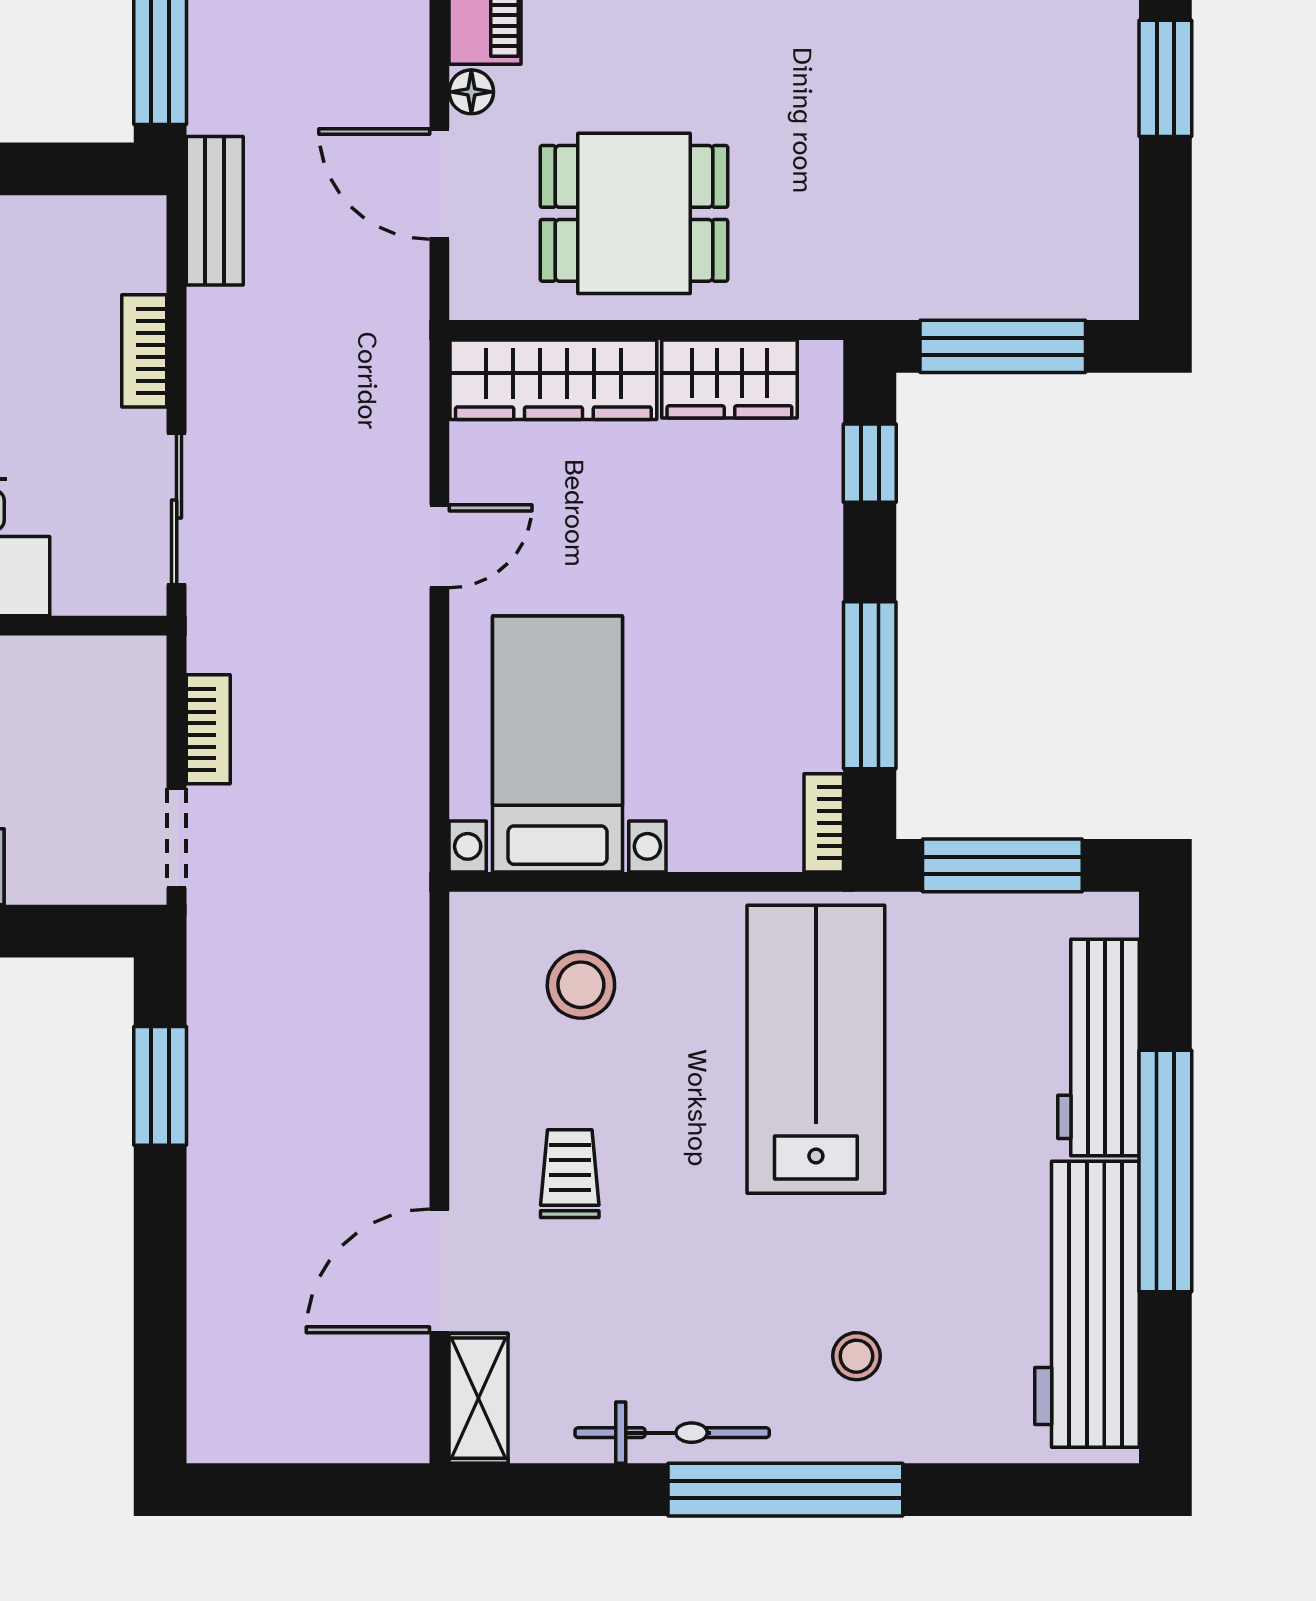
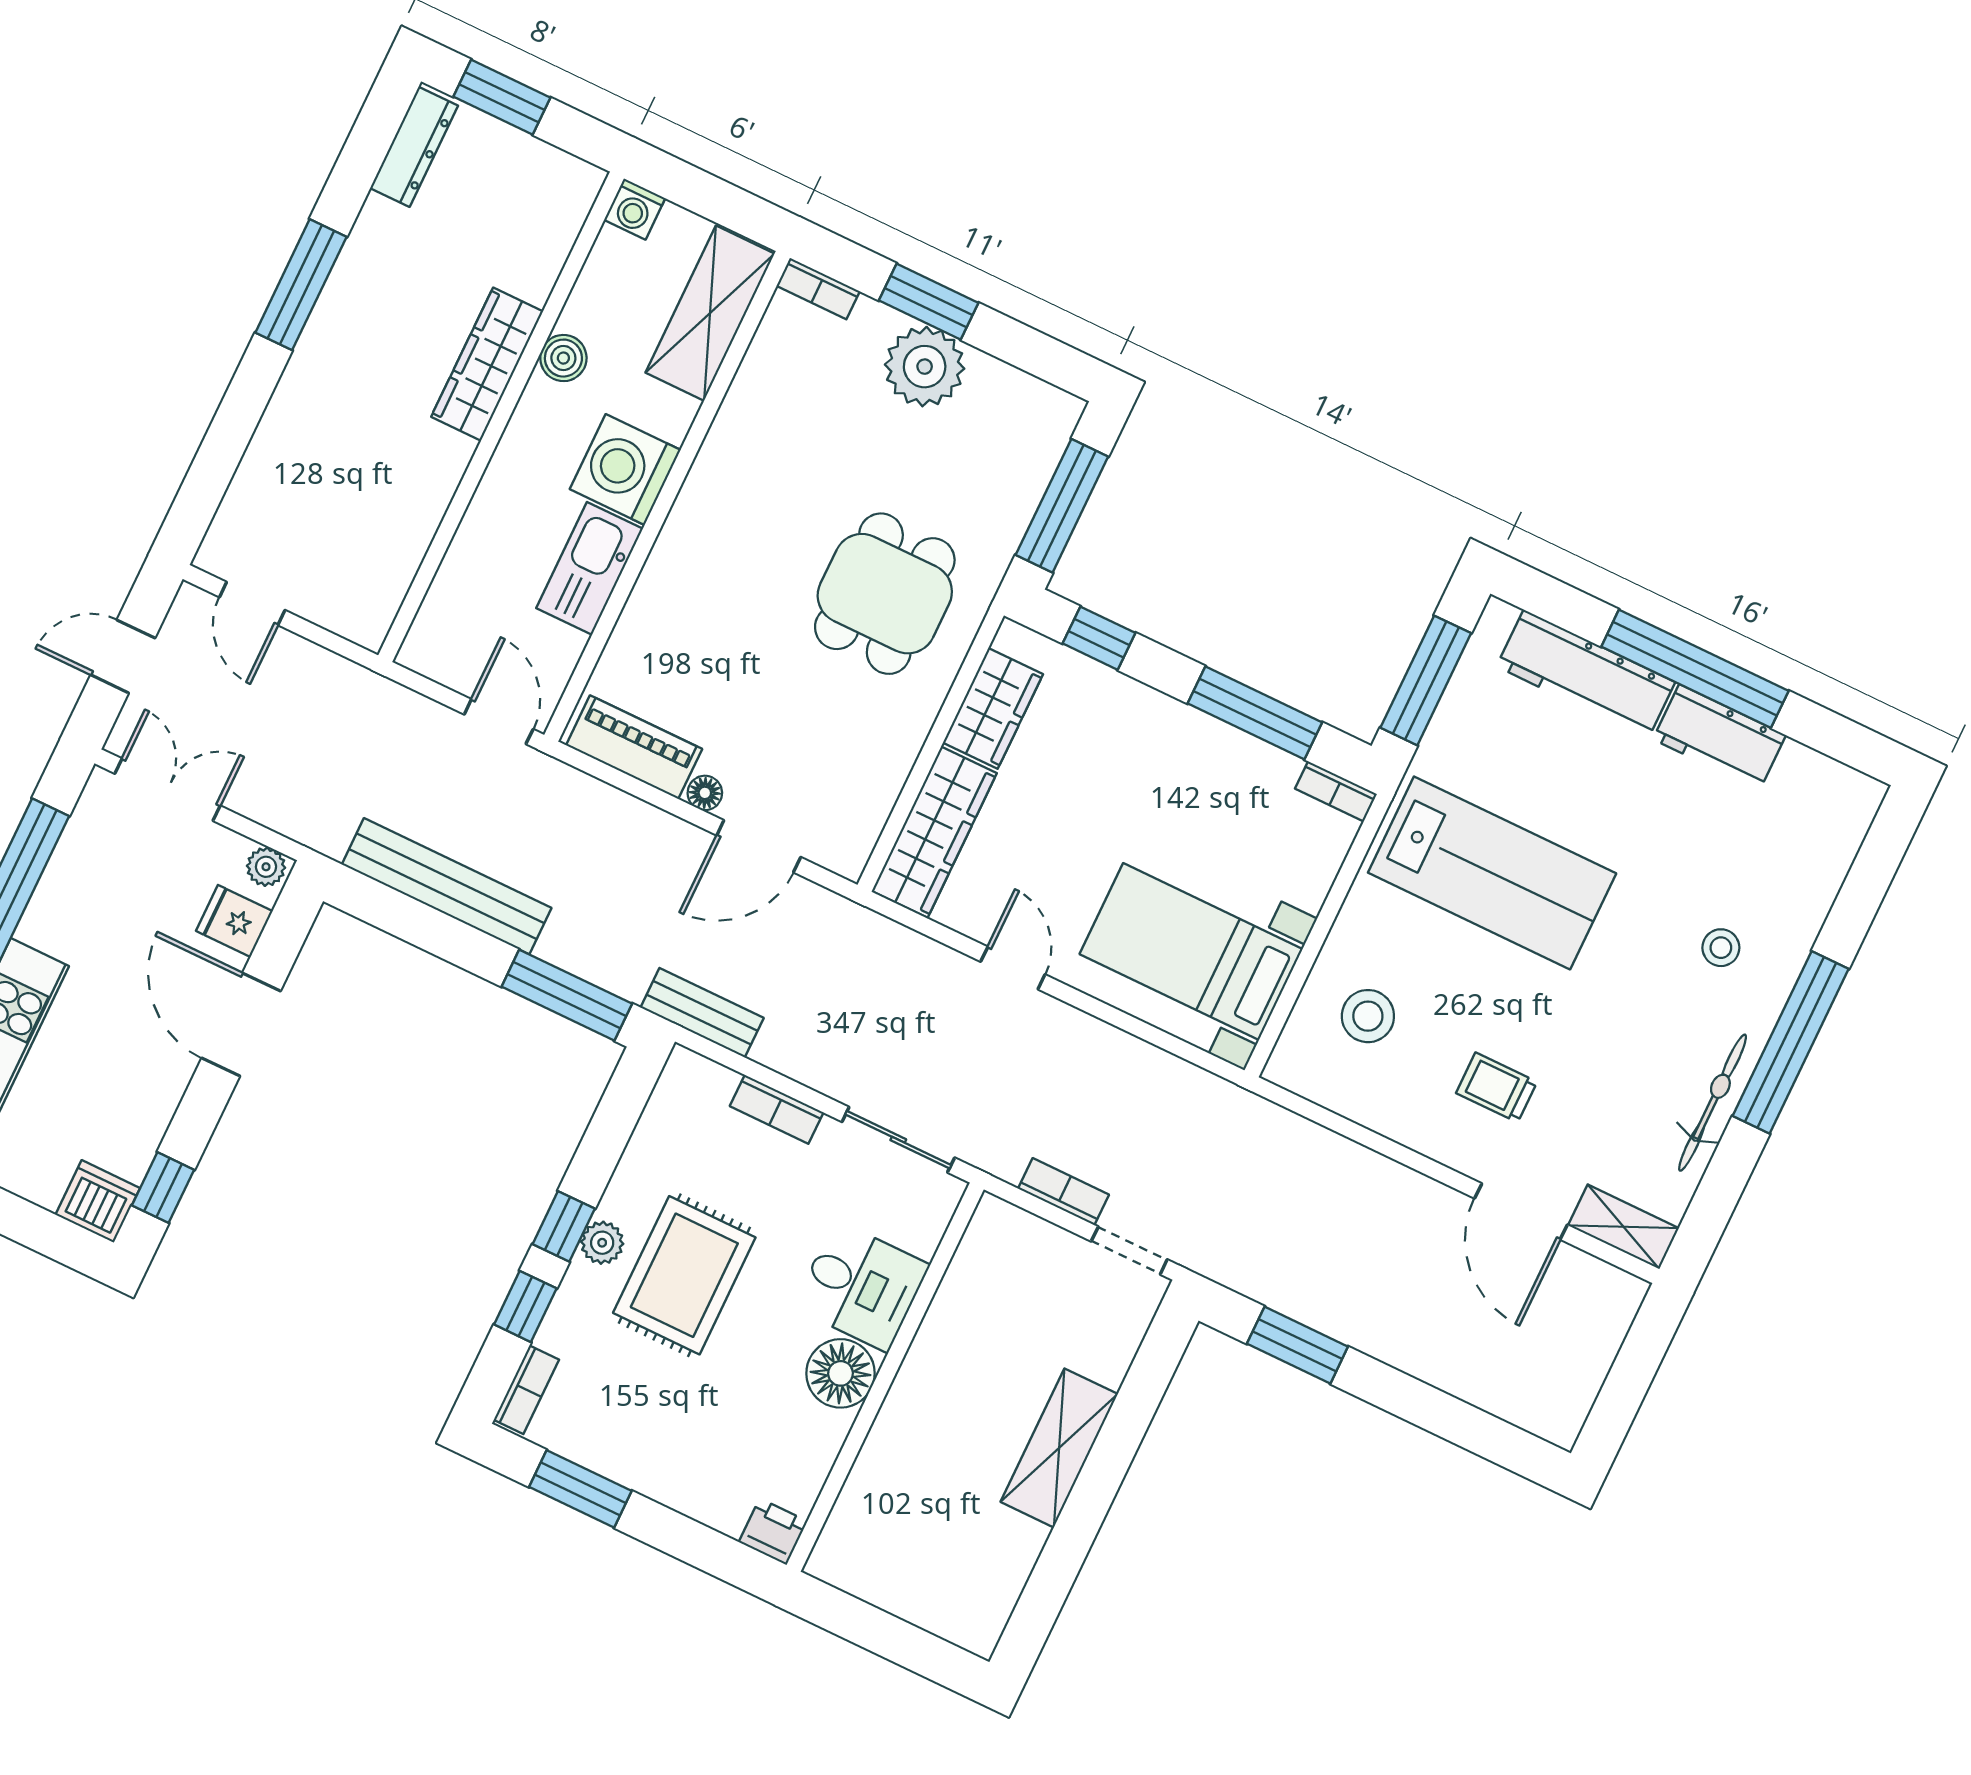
plant: (1088, 110) -> (925, 367), added
dining table: (634, 213) -> (885, 594), moved
lab bench: (816, 1049) -> (1492, 873), turned 180
workbench: (1087, 1304) -> (1719, 737), width x0.53, depth x0.76

